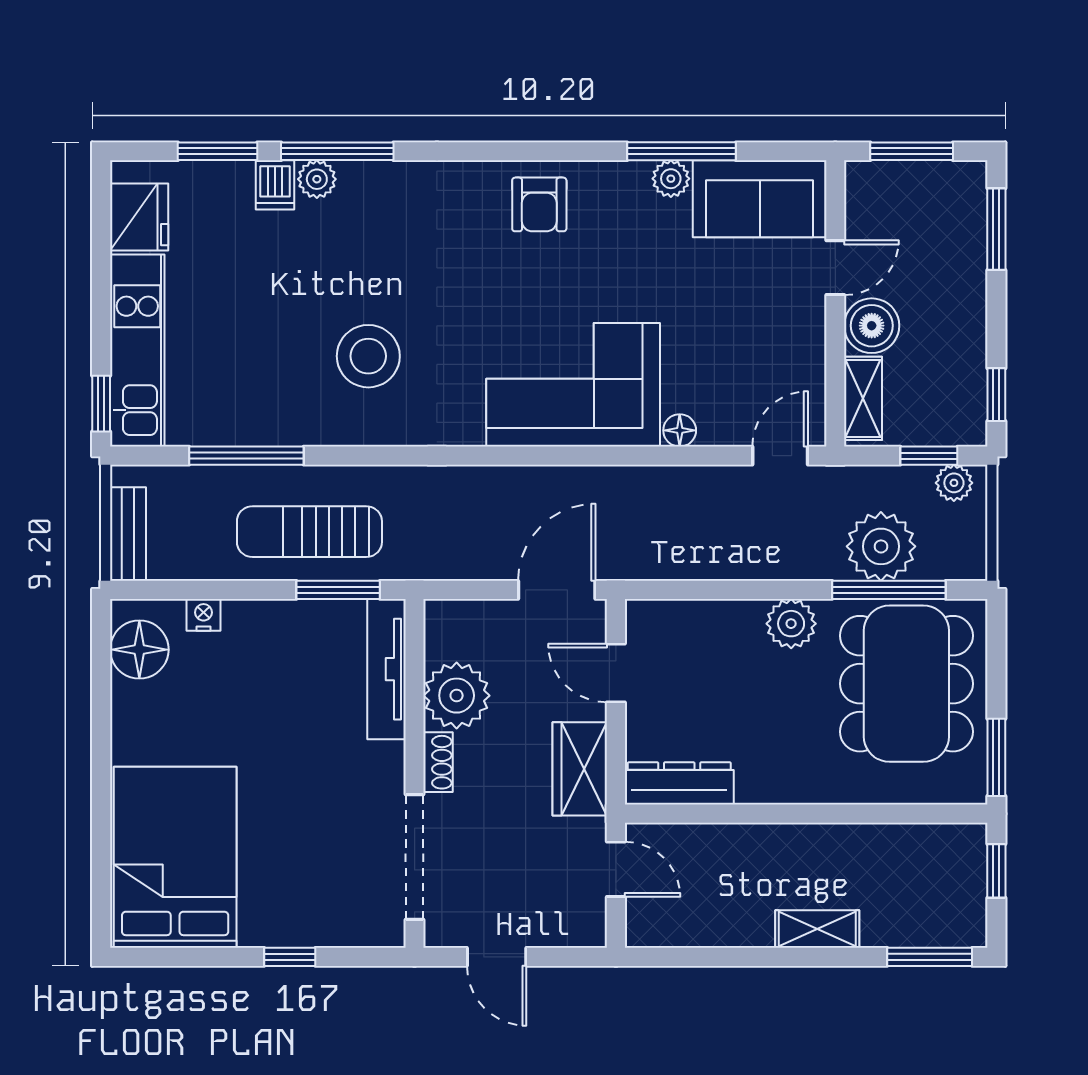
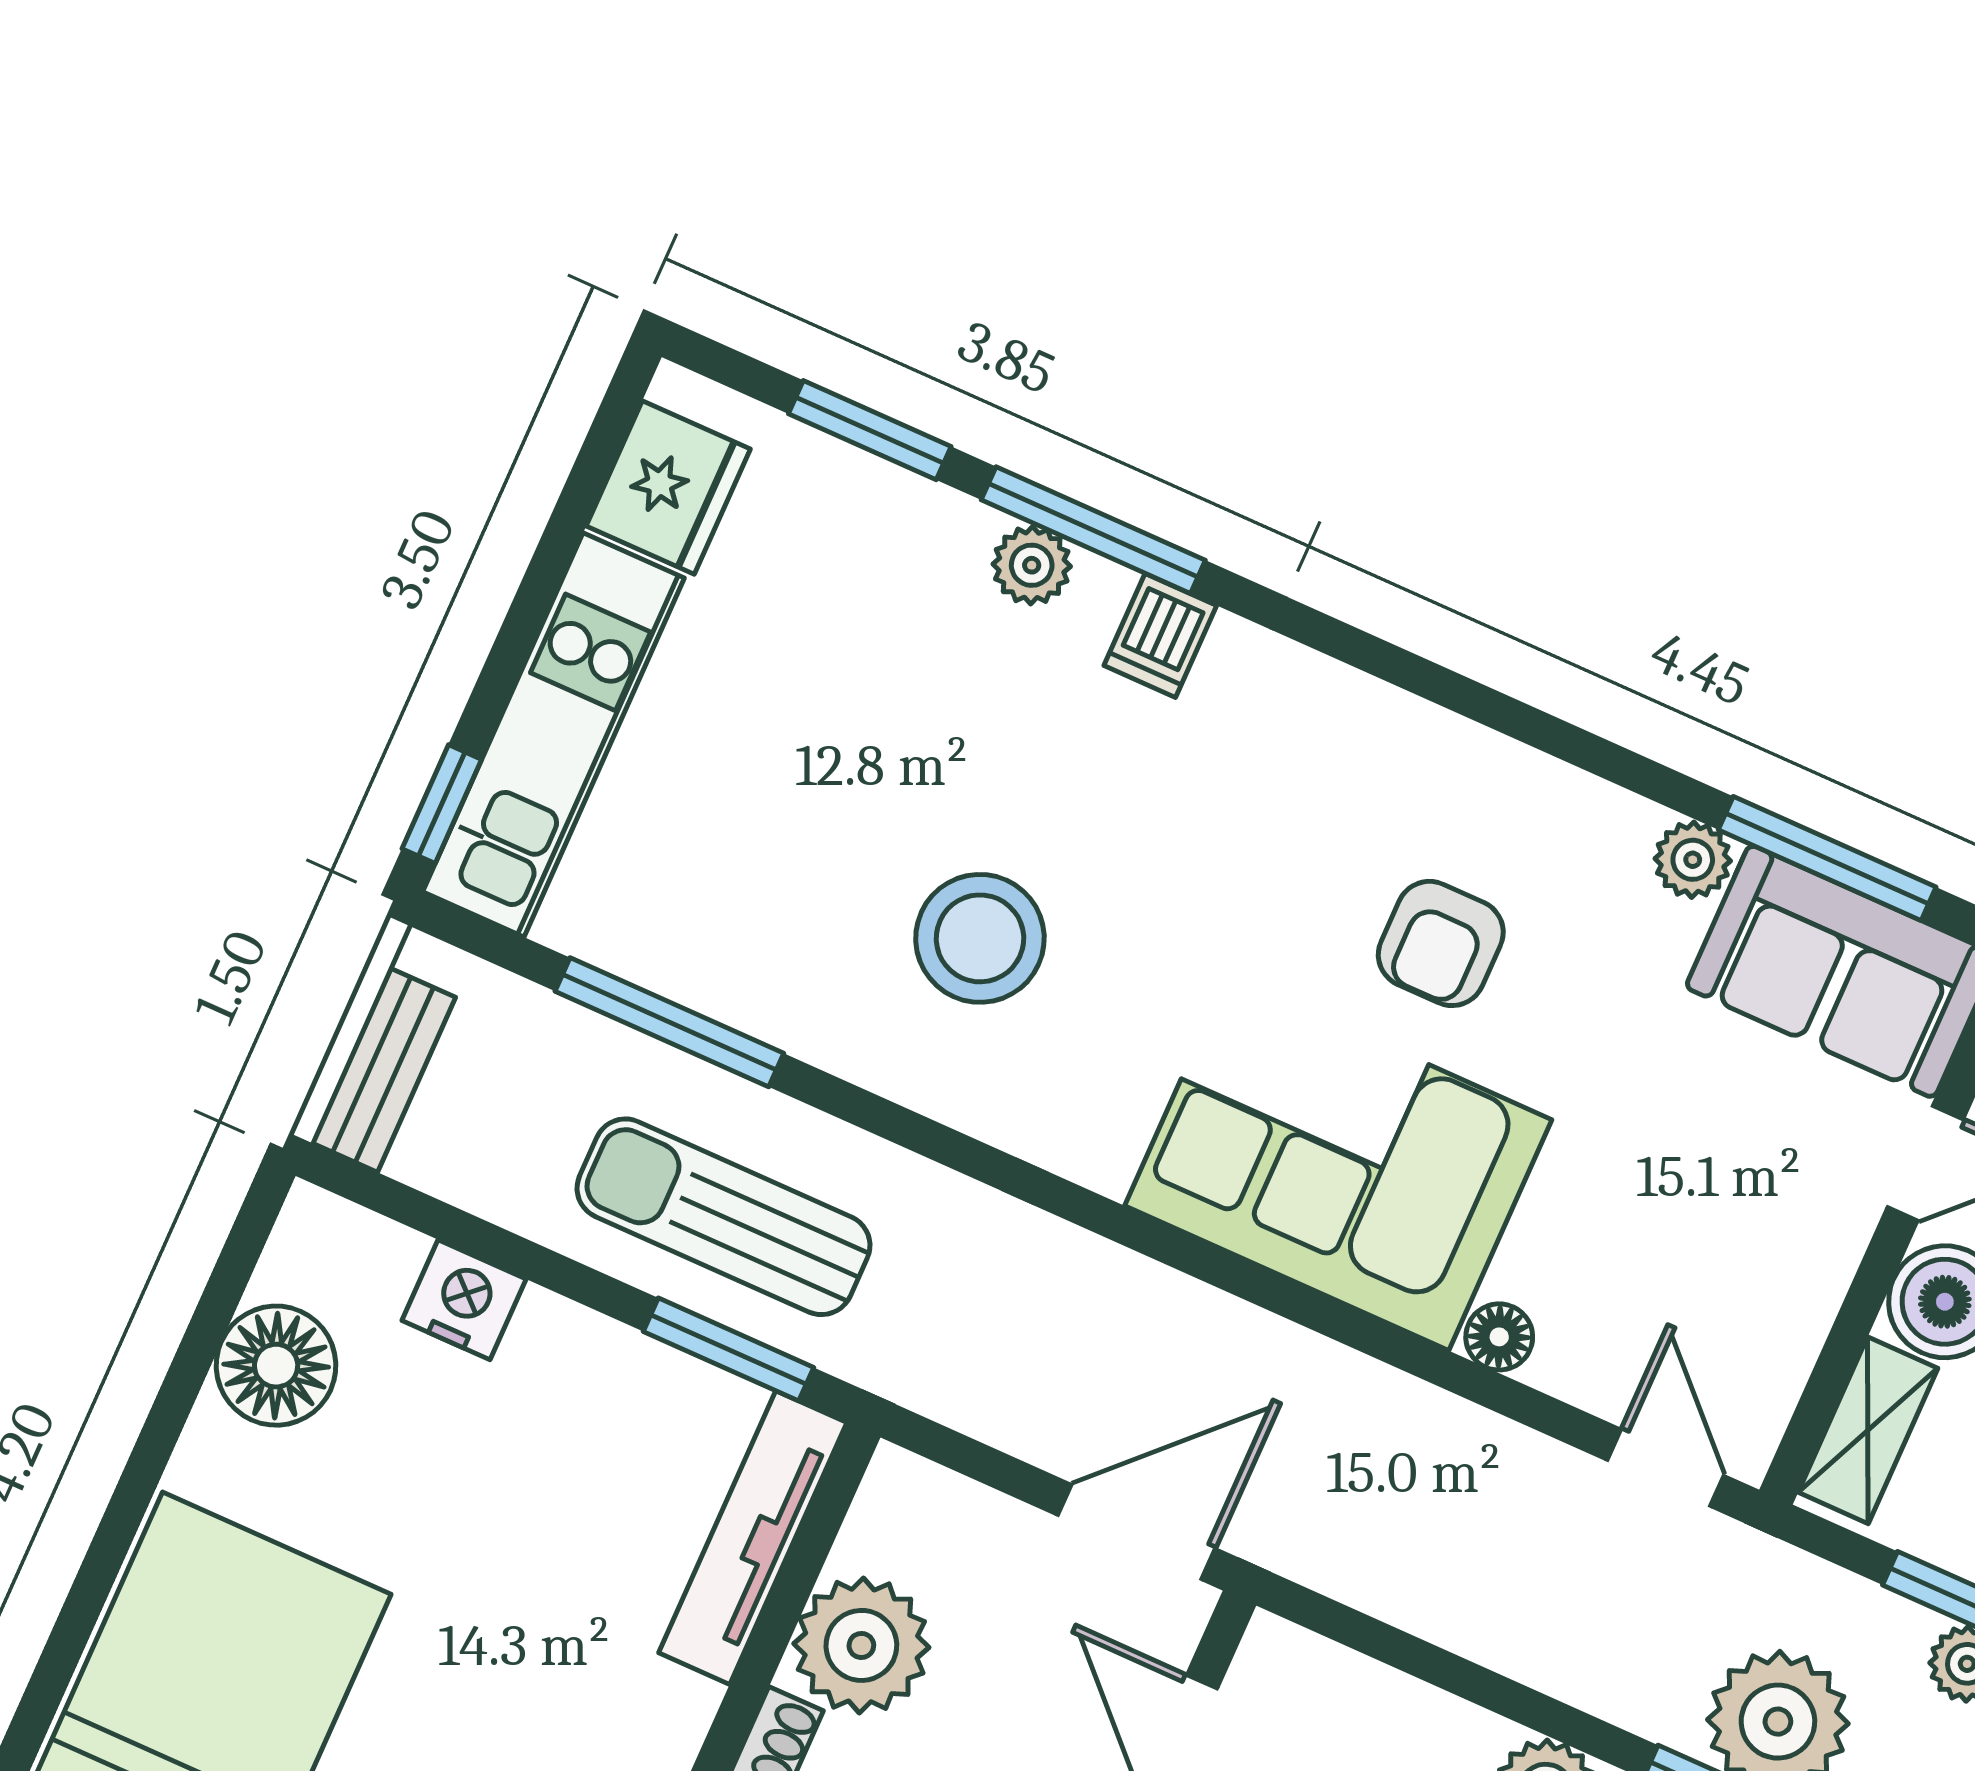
window: (681, 151) -> (1827, 858), moved
dishwasher: (275, 185) -> (1160, 635), moved
armchair: (539, 204) -> (1441, 943), moved
door: (780, 456) -> (1666, 1468), hinge flipped
nightstand: (204, 615) -> (464, 1300), width x1.39, depth x1.35
floor lamp: (139, 650) -> (276, 1366), moved

